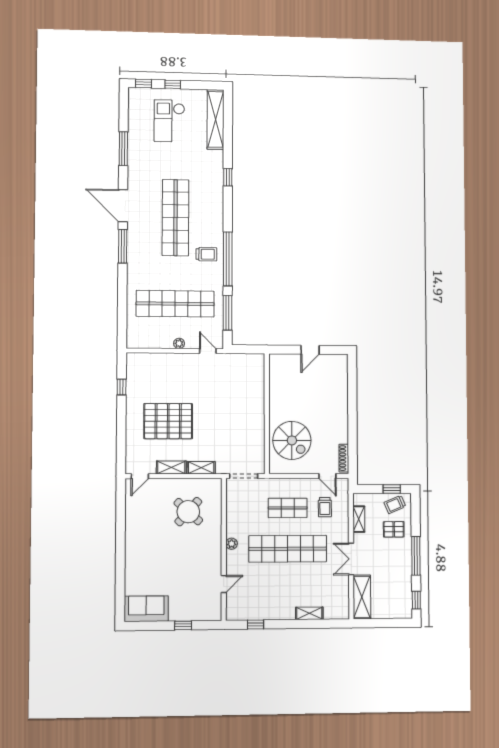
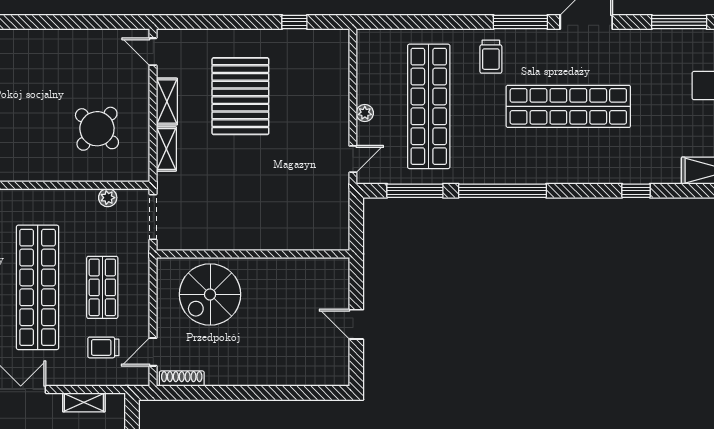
trolley: (206, 254) -> (491, 57), moved
plant: (232, 544) -> (108, 198), moved

